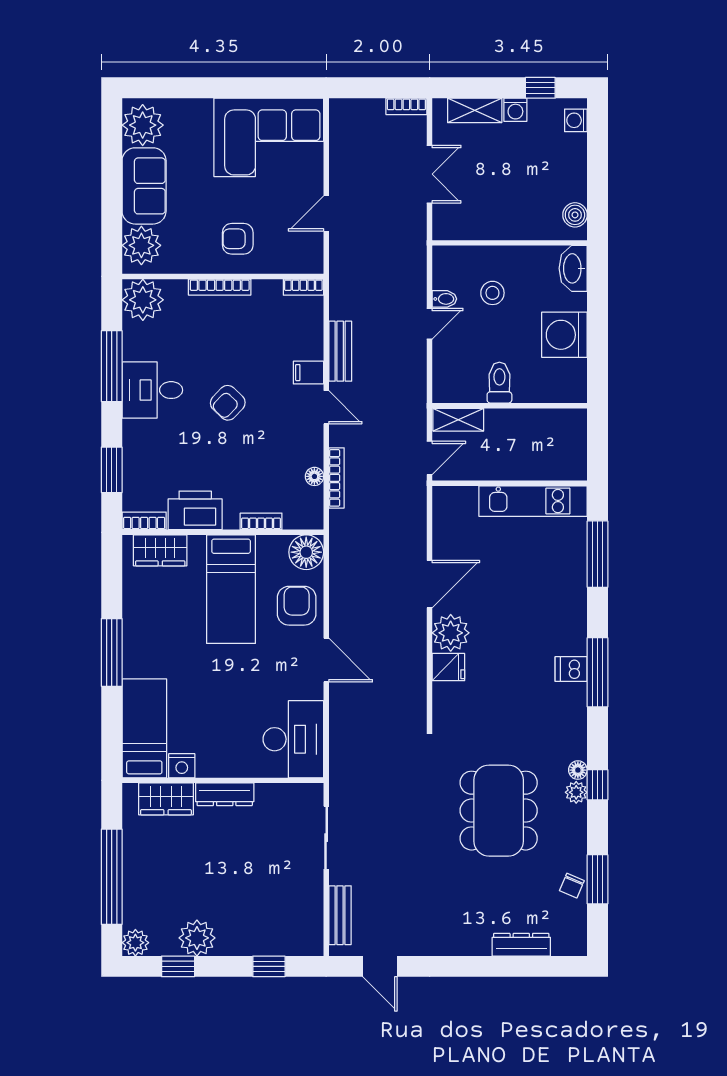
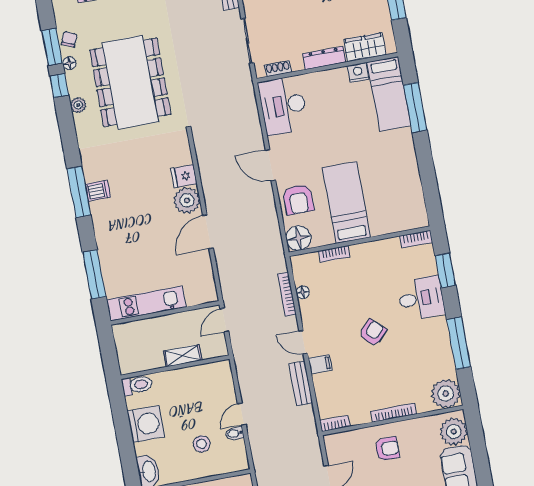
toilet: (499, 383) -> (137, 385), moved, turned -90
desk: (152, 390) -> (421, 298), moved
shelving: (458, 420) -> (183, 356), moved
printer: (195, 510) -> (382, 253), removed
wardrobe: (160, 550) -> (401, 220), removed
window: (112, 652) -> (415, 107), moved
floor lamp: (578, 770) -> (69, 63), moved
window: (597, 785) -> (59, 86), moved
shoe rack: (291, 791) -> (278, 69), added
dining table: (499, 811) -> (130, 82), width x1.36, depth x1.24

